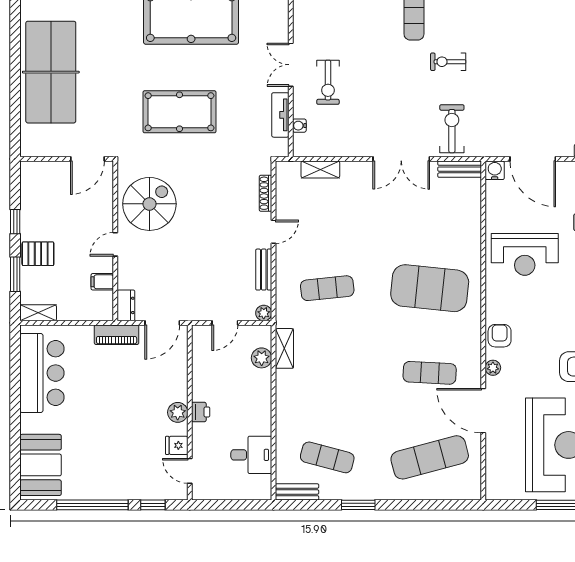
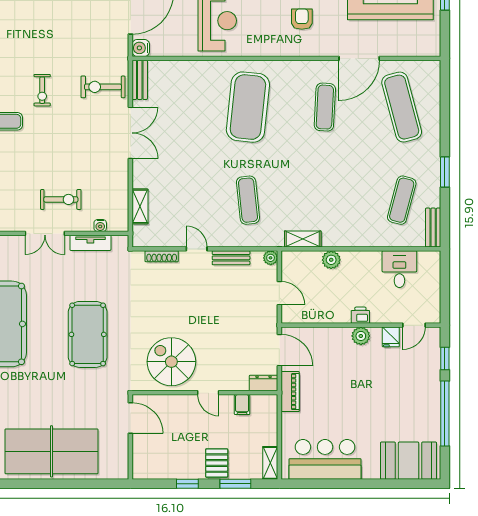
armchair: (500, 336) -> (302, 19), moved, turned 90
plant: (262, 358) -> (331, 260), moved
plant: (493, 368) -> (320, 50), removed

